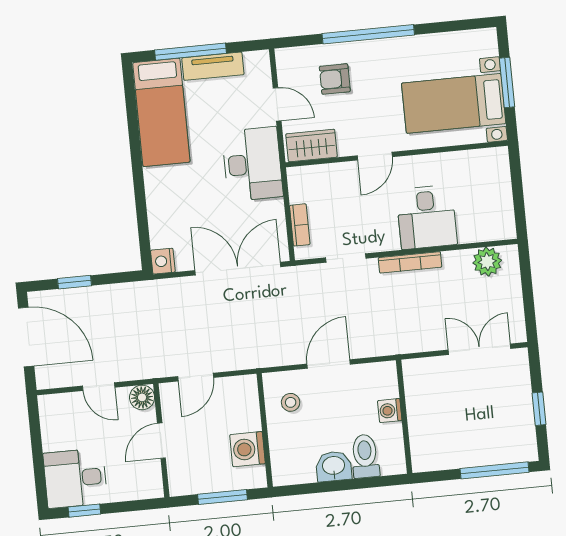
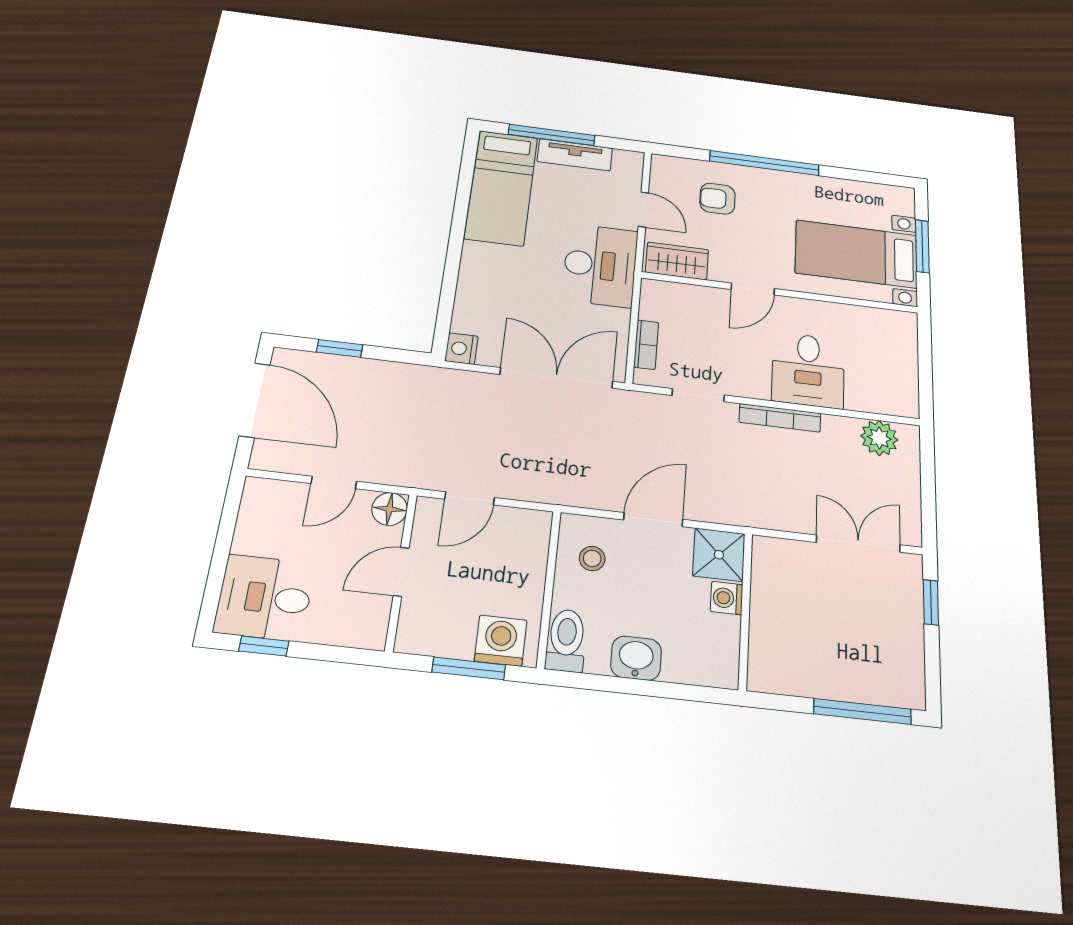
shower: (380, 380) -> (719, 555), added
door: (99, 387) -> (334, 482), hinge flipped
window: (539, 409) -> (931, 602), moved
washing machine: (248, 449) -> (501, 641), moved, turned 90
toilet: (365, 456) -> (566, 640), moved

